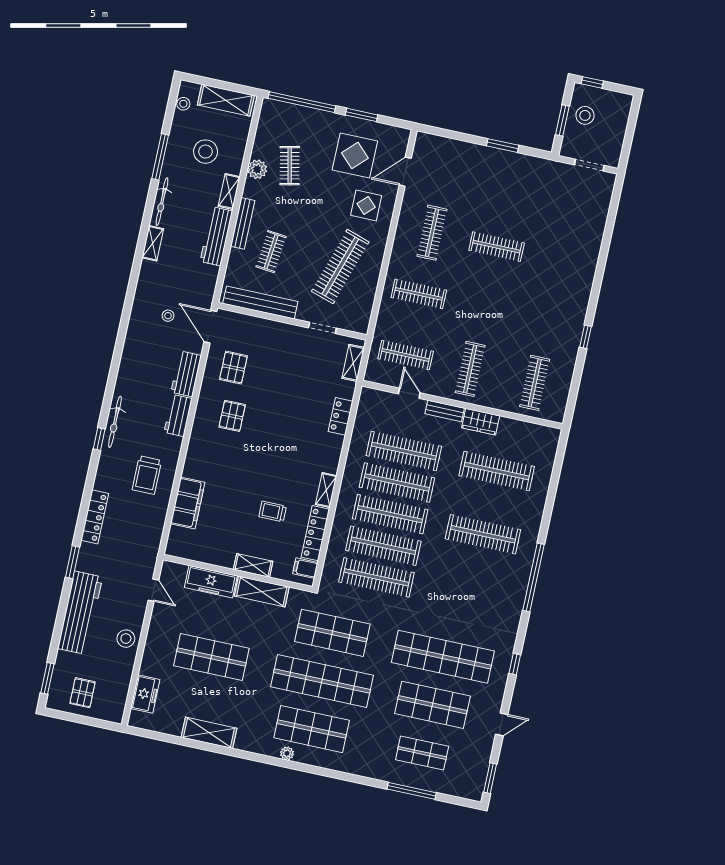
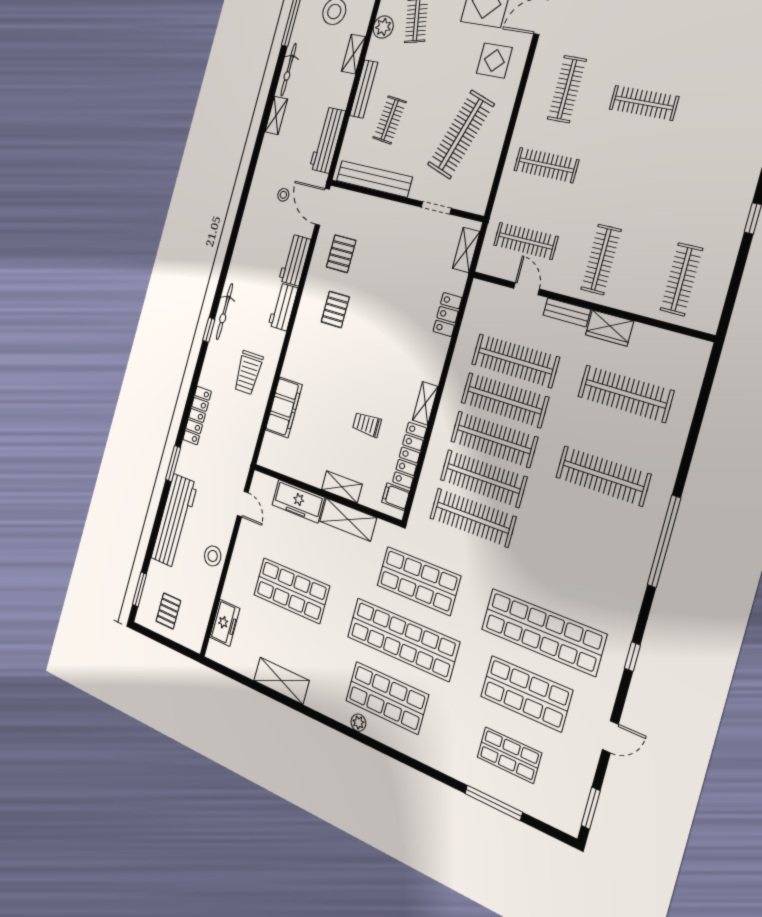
workbench: (216, 236) -> (327, 140), moved

